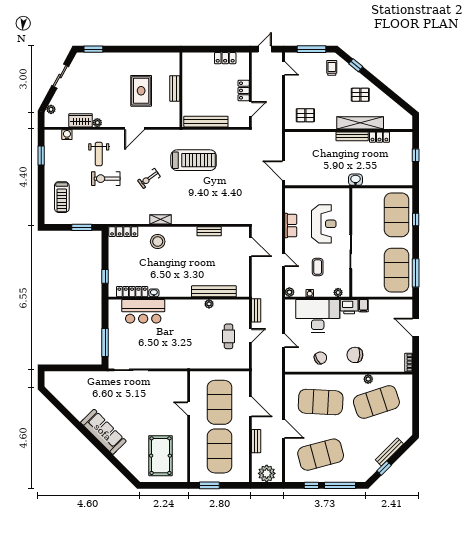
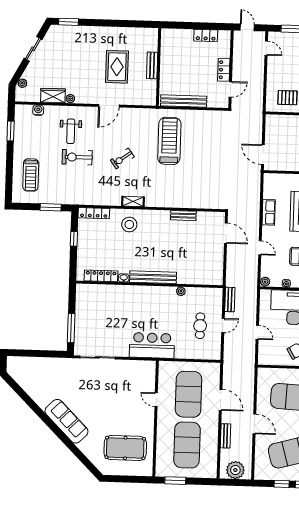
door: (265, 49) -> (247, 27), hinge flipped
treadmill: (194, 160) -> (169, 141), turned -90
window: (105, 276) -> (74, 239), moved
bench: (214, 291) -> (153, 277), moved
bar counter: (143, 311) -> (152, 345), moved, turned 180
pool table: (160, 456) -> (125, 448), turned 90

